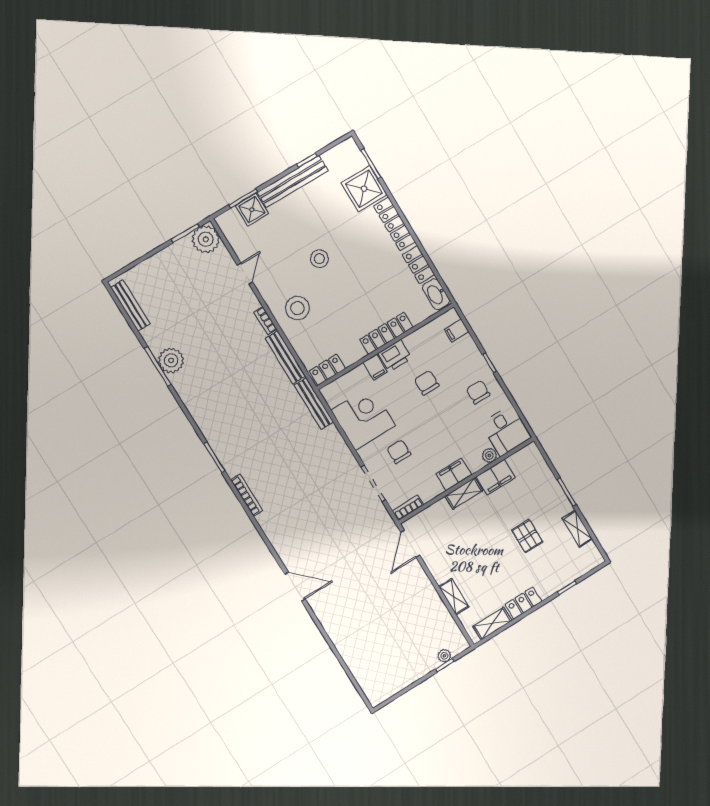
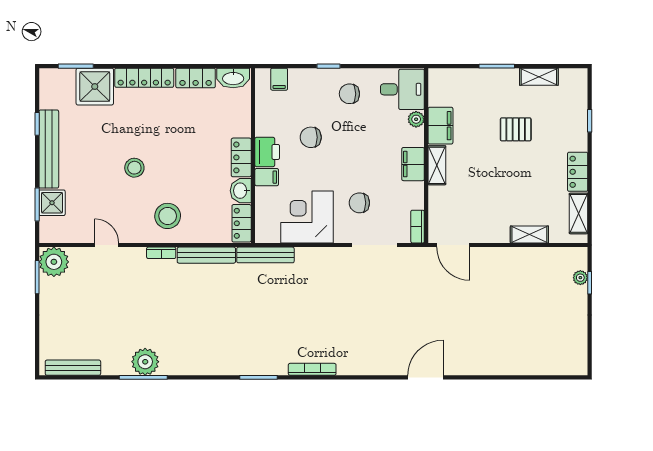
locker: (386, 333) -> (241, 157), width x0.66
washbasin: (352, 354) -> (241, 191), added

